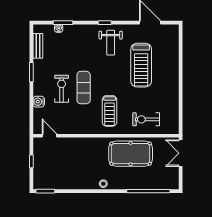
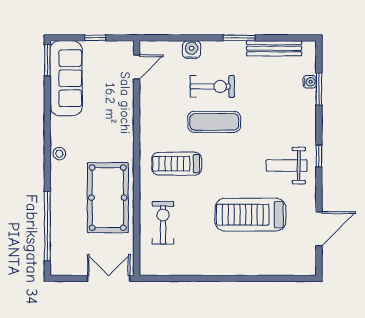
bench: (38, 46) -> (274, 48), width x1.36
sofa: (56, 179) -> (66, 78), added

